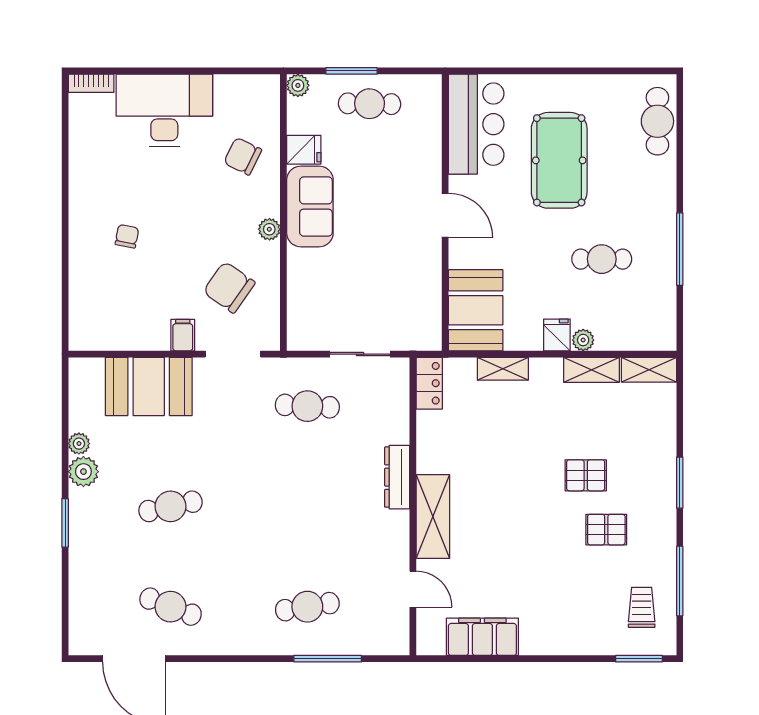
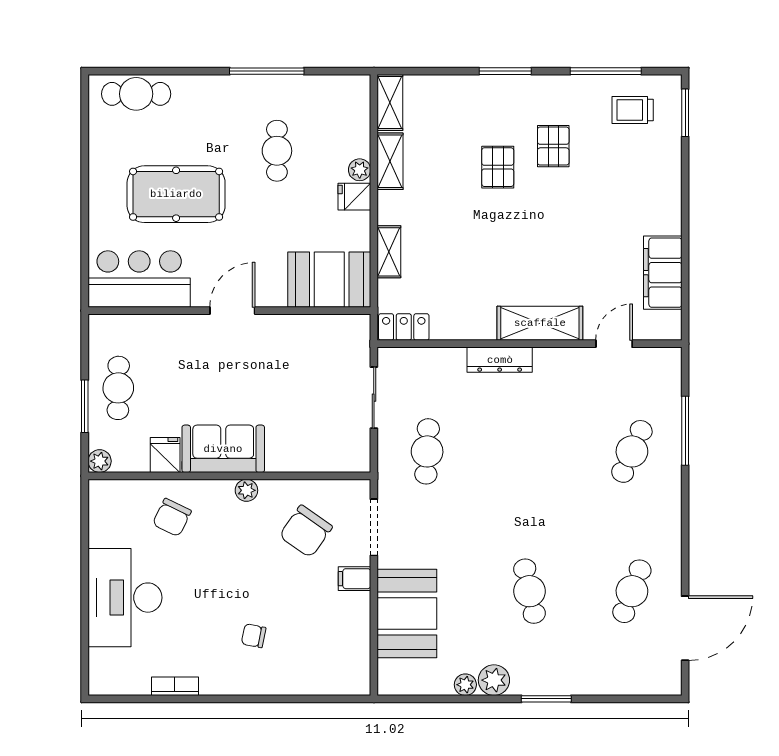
bookcase: (91, 83) -> (175, 686), moved, turned -90
cafe table: (307, 607) -> (632, 451), turned 33

